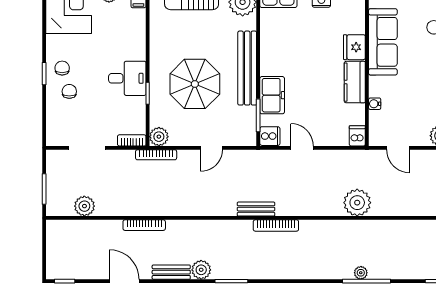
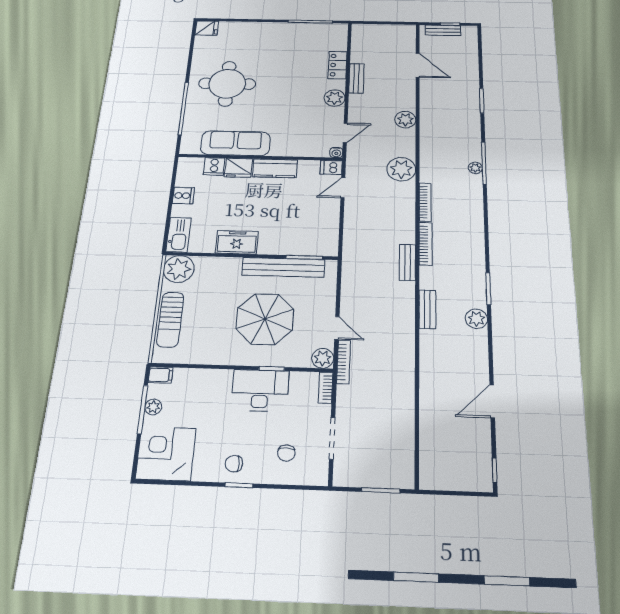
bench: (247, 68) -> (283, 267), moved
desk: (127, 78) -> (260, 390), width x1.37
chair: (69, 91) -> (286, 453), moved, turned -90
freezer: (272, 95) -> (237, 242), moved
water cooler: (375, 104) -> (336, 153), moved
cooker: (270, 136) -> (214, 166), moved, turned 180
door: (211, 148) -> (337, 328), moved
door: (302, 148) -> (343, 188), moved
plant: (84, 206) -> (405, 120), moved
bookcase: (144, 225) -> (425, 202), moved
bench: (171, 272) -> (427, 309), moved

